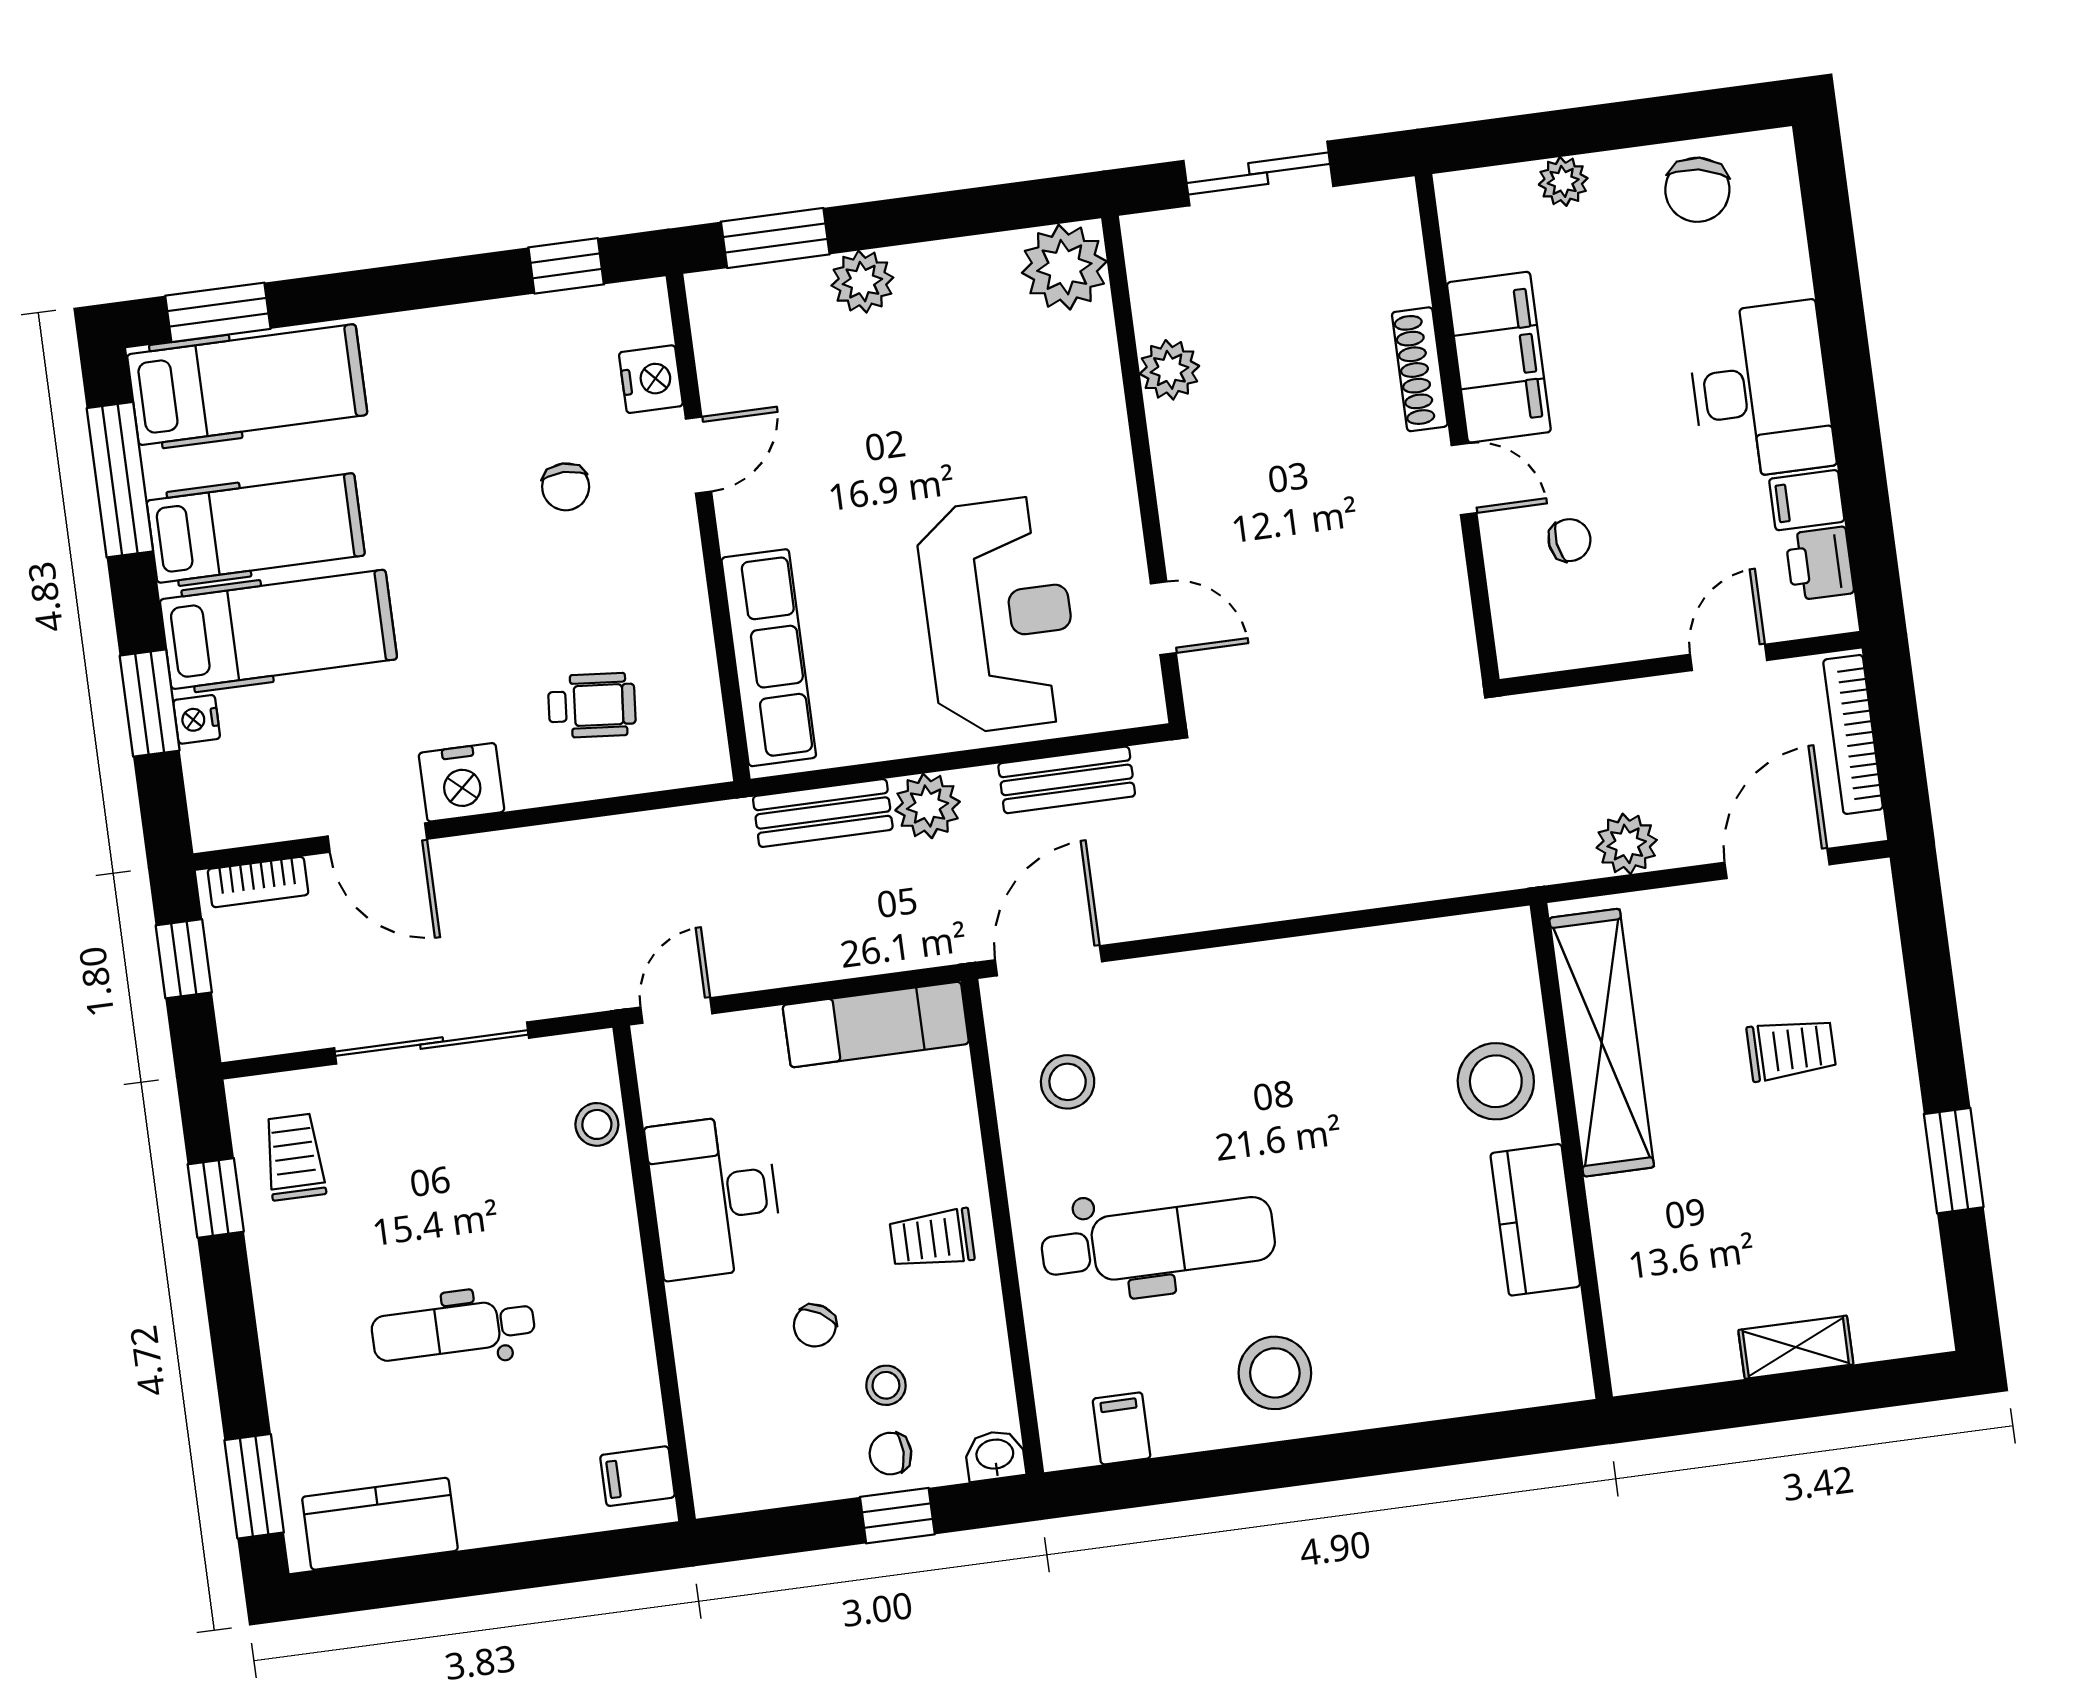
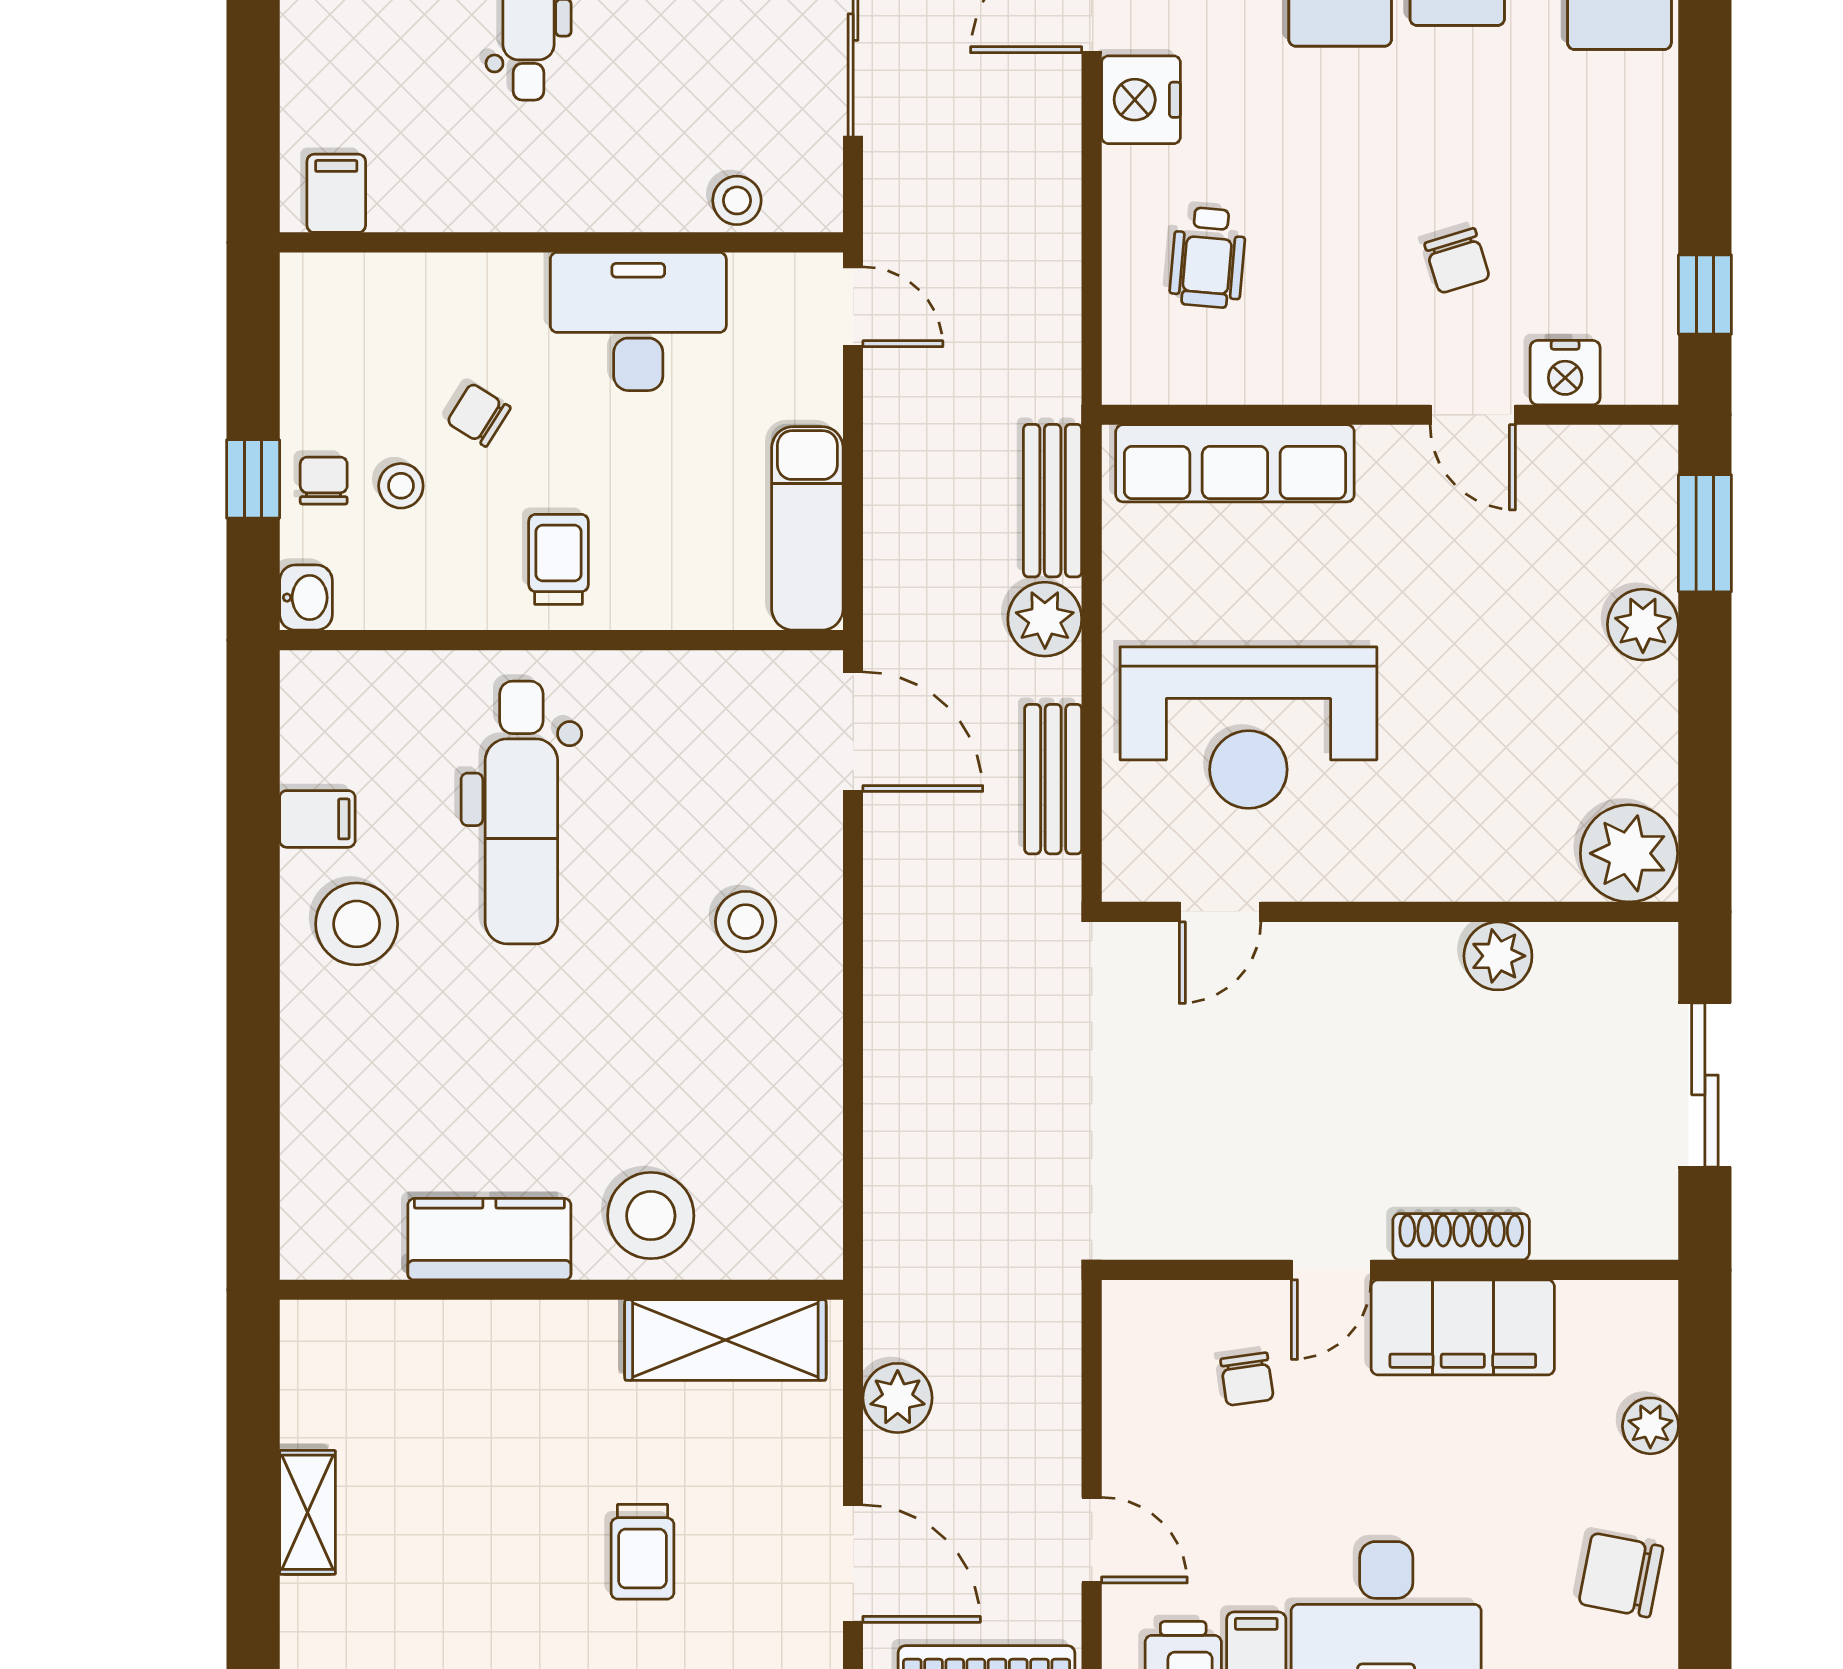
chair: (566, 487) -> (1457, 261), turned -107
shelving: (1602, 1043) -> (725, 1340), width x0.68
stool: (1068, 1082) -> (746, 922), moved
filing cabinet: (1122, 1428) -> (317, 819), moved

